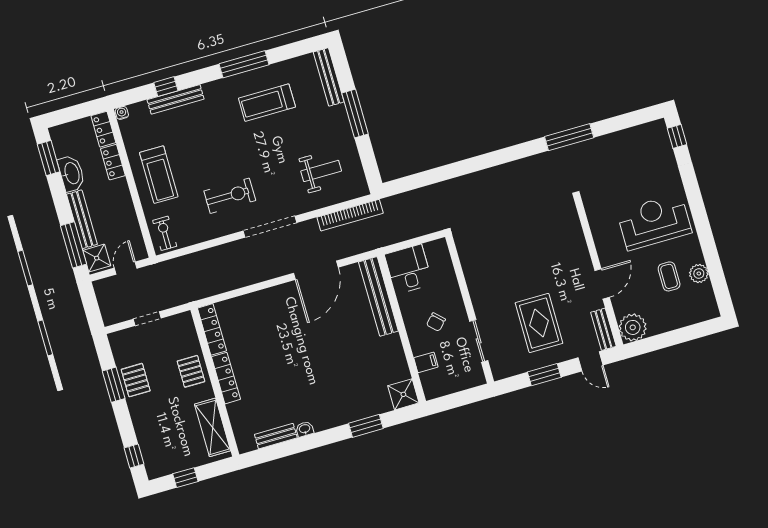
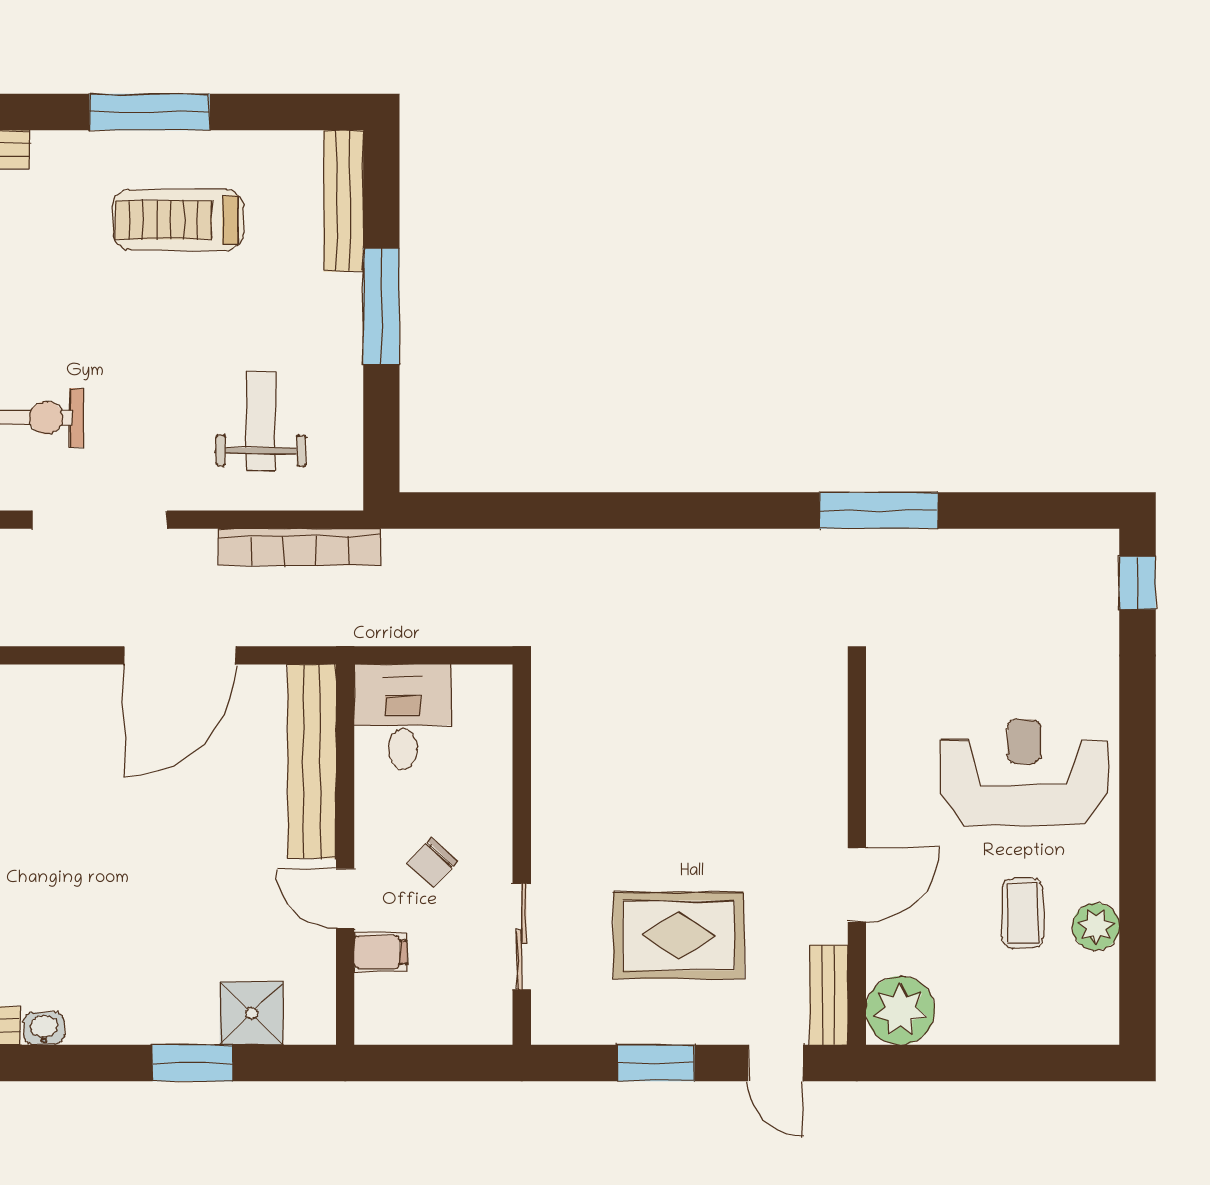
weight bench: (321, 171) -> (261, 421), turned -90
rug: (539, 323) -> (679, 935), turned 90
door: (406, 346) -> (345, 898), added
shower: (403, 394) -> (252, 1013), moved

